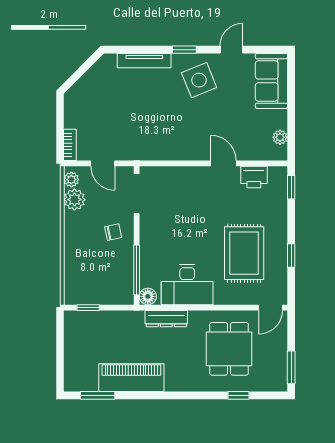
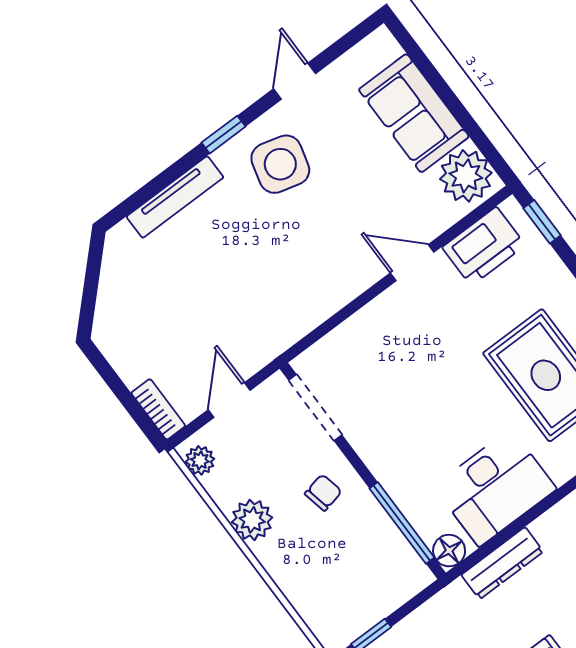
side table: (199, 80) -> (280, 164), turned 37
sofa: (271, 81) -> (414, 113), moved
plant: (280, 137) -> (466, 176), width x1.87, depth x1.87
door: (103, 163) -> (229, 400), swing flipped
printer: (254, 177) -> (484, 246), width x1.37, depth x1.19
plant: (74, 200) -> (252, 520), moved

